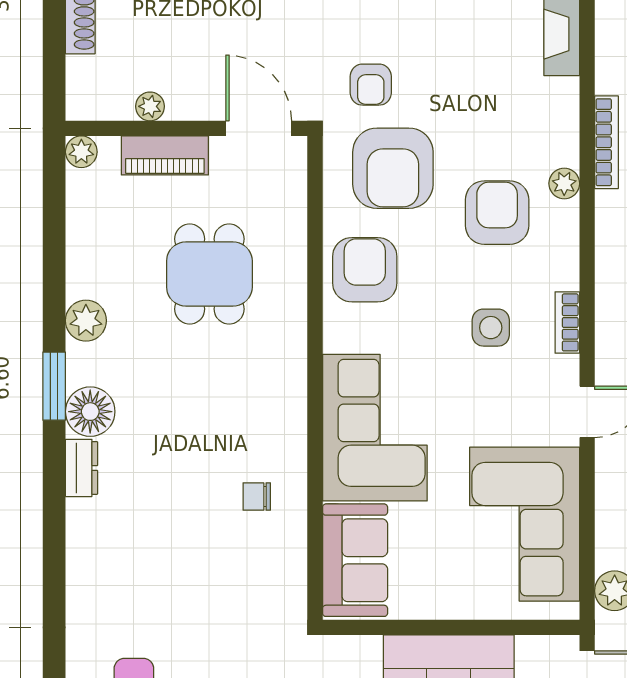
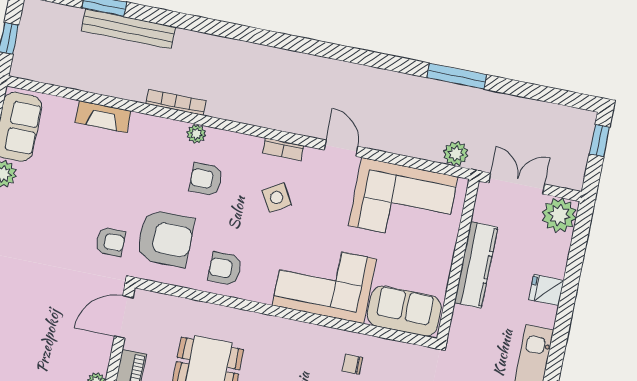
armchair: (497, 213) -> (206, 179), width x0.72, depth x0.72
armchair: (365, 270) -> (225, 269), width x0.72, depth x0.72
side table: (491, 328) -> (277, 198), turned -31
chair: (257, 496) -> (352, 364), turned 90

